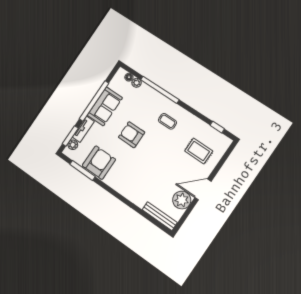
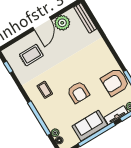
rug: (199, 151) -> (31, 55), turned 90
door: (203, 189) -> (42, 24), hinge flipped

